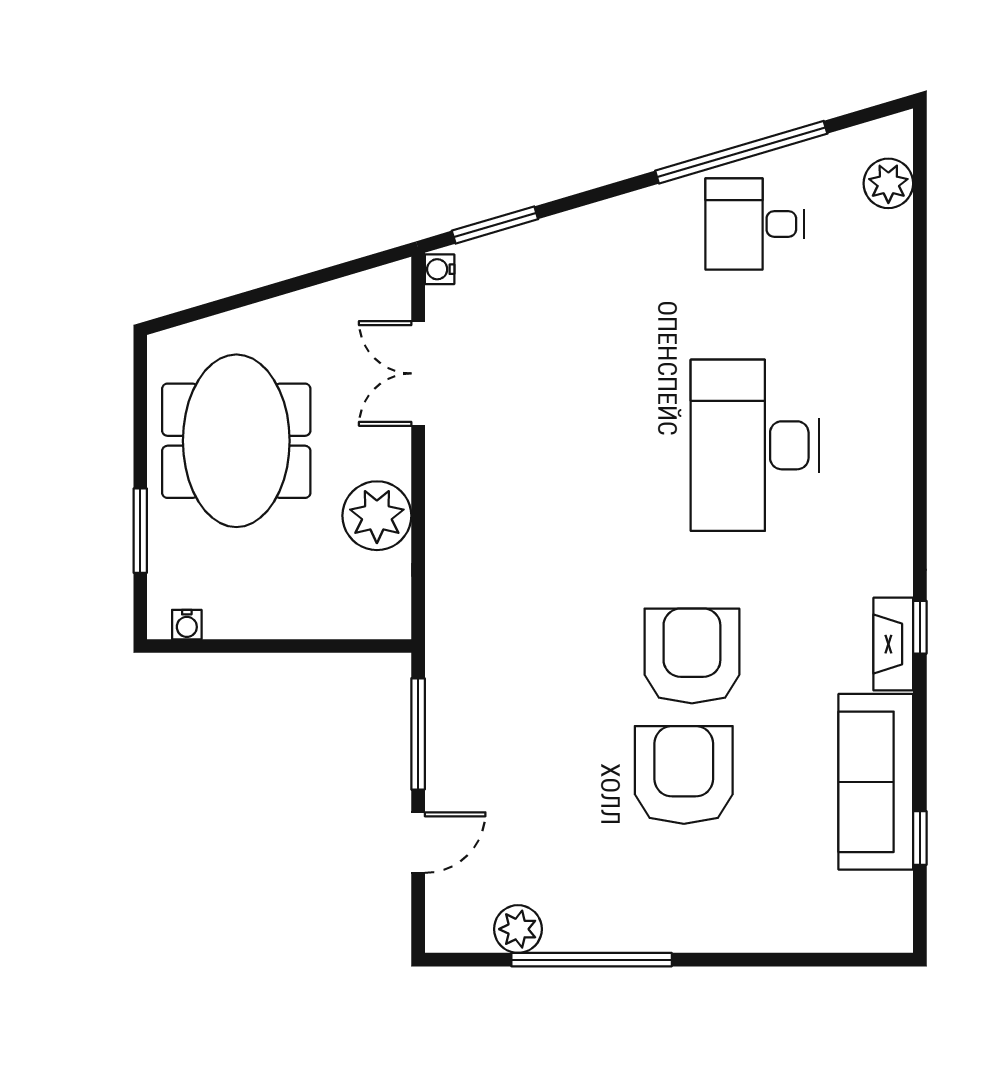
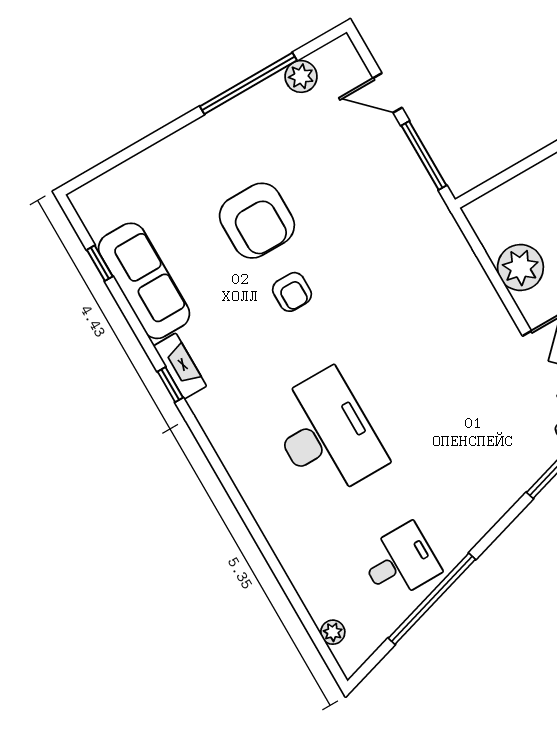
plant: (888, 183) -> (333, 632), width x0.73, depth x0.73
armchair: (692, 656) -> (292, 292), width x0.53, depth x0.53
door: (418, 843) -> (388, 93), hinge flipped

